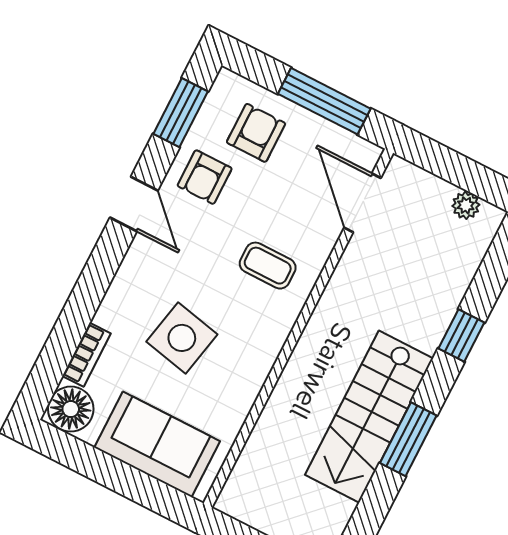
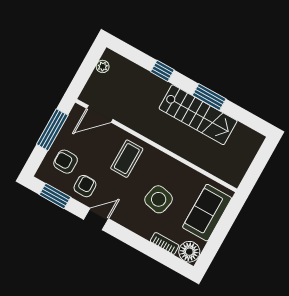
armchair: (205, 177) -> (85, 186), turned -90
coffee table: (268, 266) -> (127, 159), width x1.36, depth x1.30

